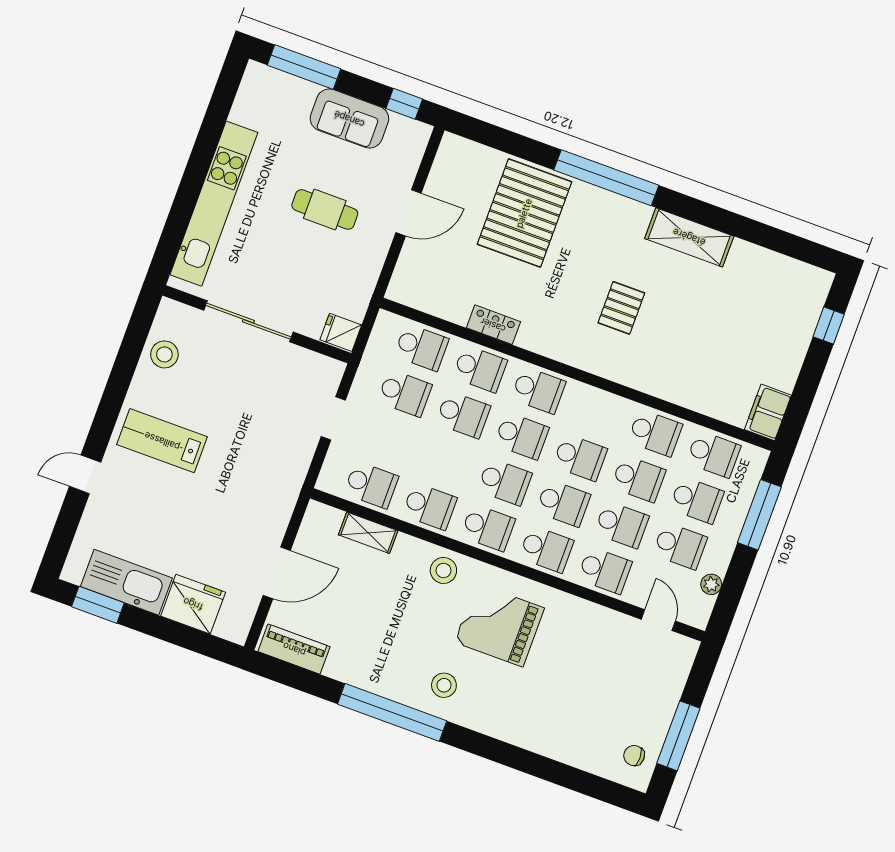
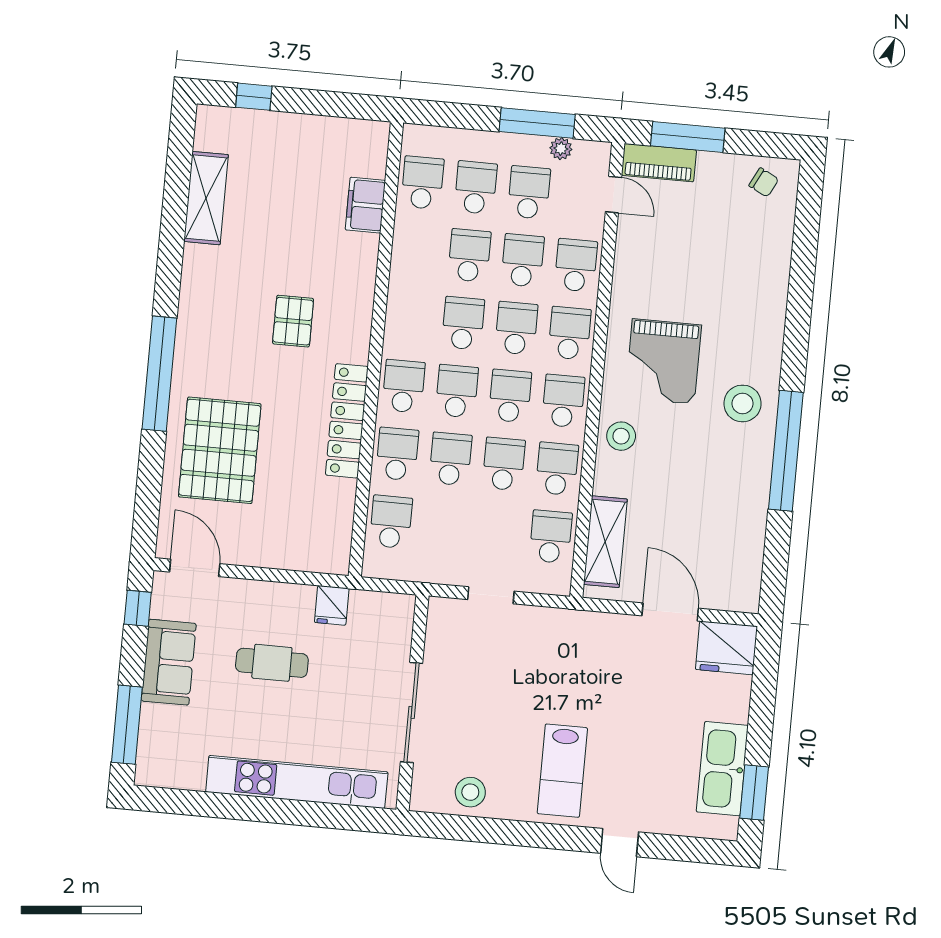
cafe table: (325, 209) -> (272, 663), turned 90
door: (409, 213) -> (195, 568), moved
pallet: (524, 213) -> (220, 450), turned 90
shelving: (689, 237) -> (206, 198), moved
pallet: (621, 308) -> (293, 321), turned 90
locker: (493, 325) -> (347, 421), width x2.16, depth x1.21
fridge: (341, 332) -> (332, 605), moved
school desk: (405, 393) -> (504, 464), moved
filing cabinet: (768, 412) -> (365, 205), moved, turned 90
school desk: (655, 433) -> (416, 250), removed
window: (759, 515) -> (537, 123), moved
shelving: (368, 533) -> (605, 542), width x1.50, depth x1.33
fridge: (193, 604) -> (726, 648), moved, turned -90
door: (658, 620) -> (614, 195), swing flipped
piano: (294, 649) -> (659, 163), moved, turned -90
stool: (444, 685) -> (743, 403), width x1.38, depth x1.38
window: (678, 736) -> (688, 137), moved
chair: (634, 756) -> (764, 182), turned -63

